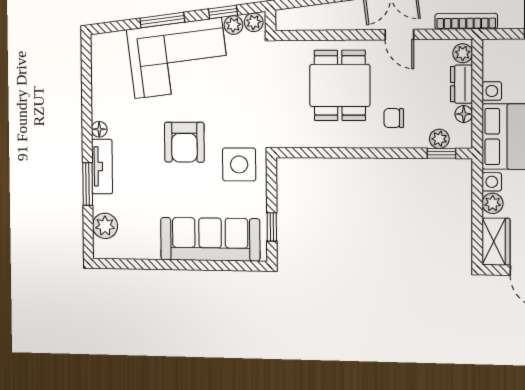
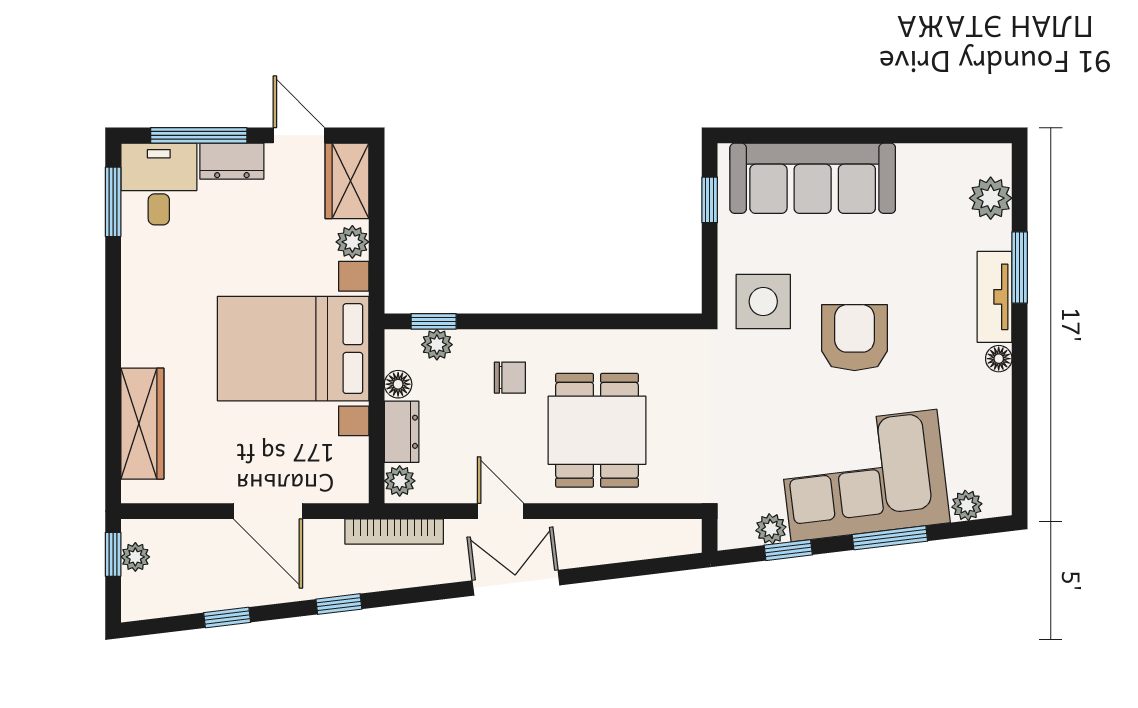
plant: (254, 22) -> (967, 505), moved

